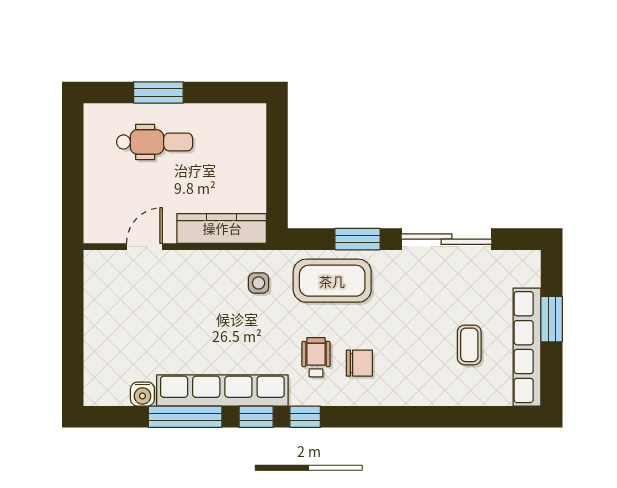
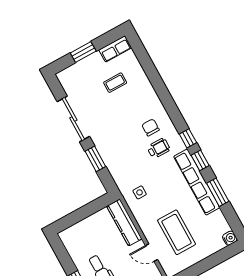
coffee table: (332, 281) -> (177, 232), moved
row of seats: (527, 347) -> (115, 49), width x0.50
wheelchair: (316, 357) -> (159, 148), turned 180
water cooler: (142, 394) -> (230, 238), moved
window: (185, 417) -> (218, 192), width x0.69

